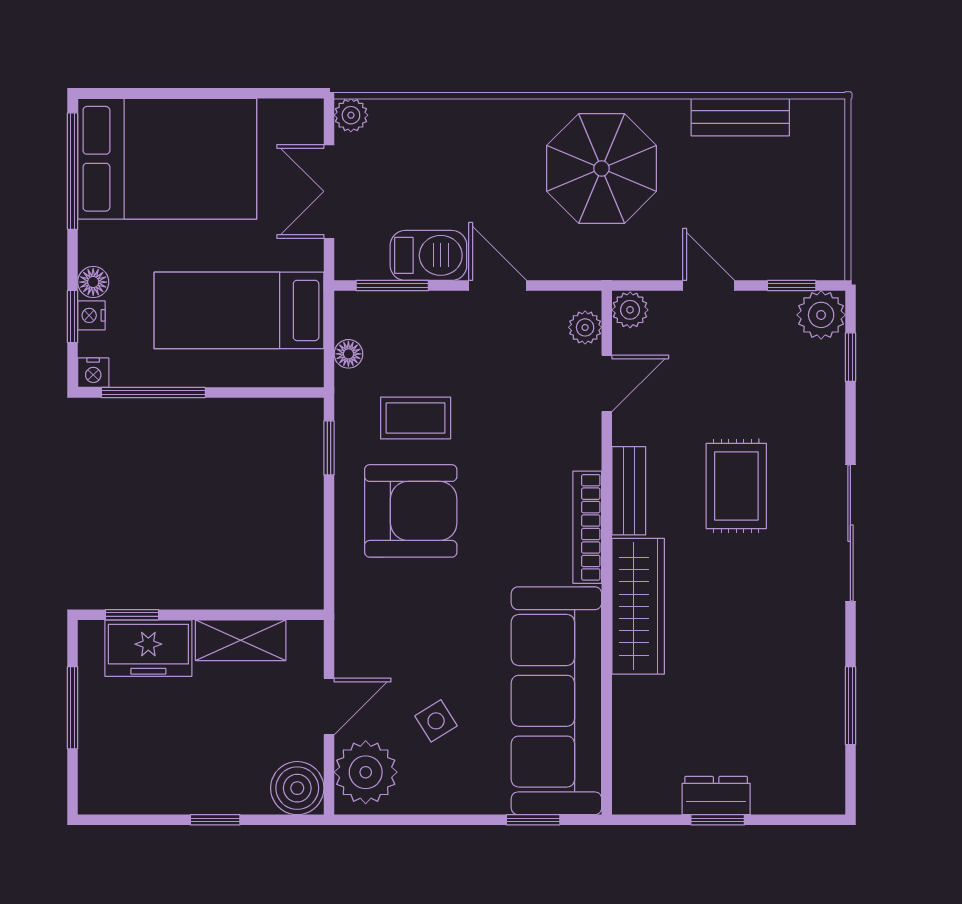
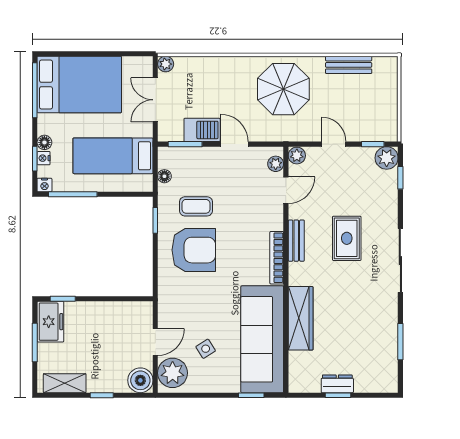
wardrobe: (638, 606) -> (301, 318), moved
shelving: (241, 640) -> (65, 383), moved
freezer: (148, 648) -> (50, 322), moved, turned -90

